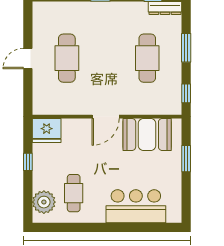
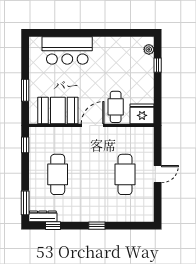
window: (186, 48) -> (25, 203), moved
window: (28, 162) -> (158, 65), moved
cafe table: (74, 193) -> (116, 107), moved
plant: (44, 202) -> (149, 49), width x0.53, depth x0.53

